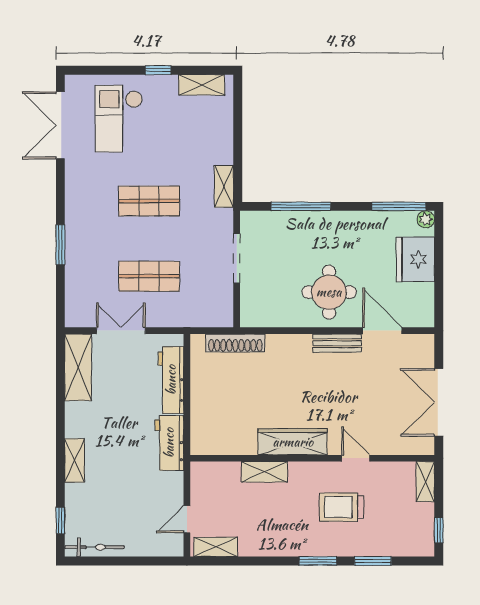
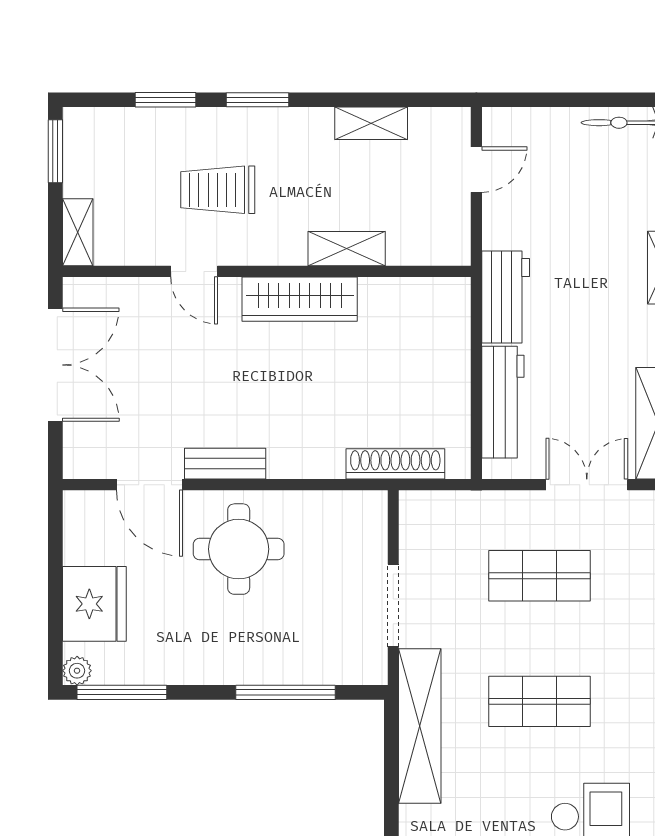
shelving: (224, 186) -> (420, 726), width x2.20, depth x1.33
double door: (121, 331) -> (587, 485), swing flipped
trolley: (342, 507) -> (218, 190), turned 180
window: (439, 530) -> (55, 151), width x1.50
shelving: (216, 547) -> (371, 123), moved

